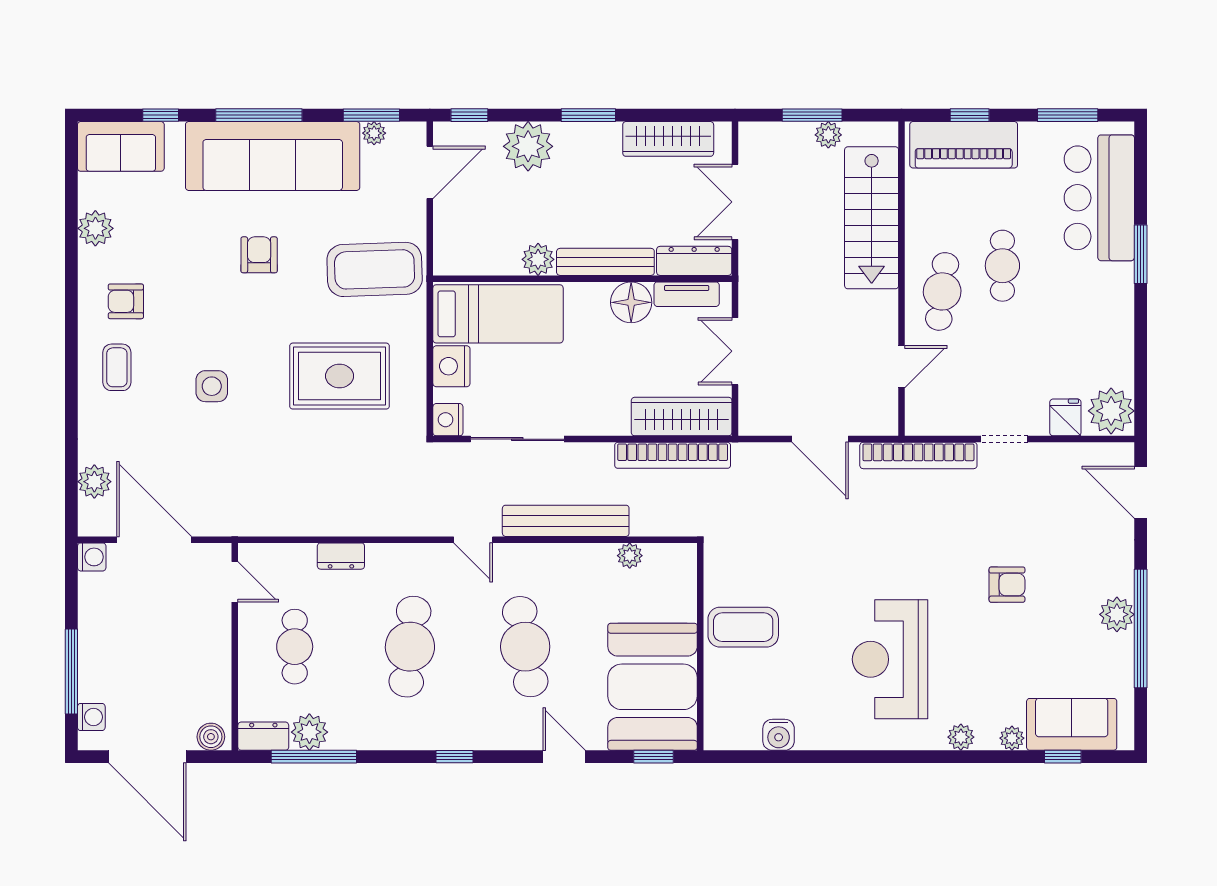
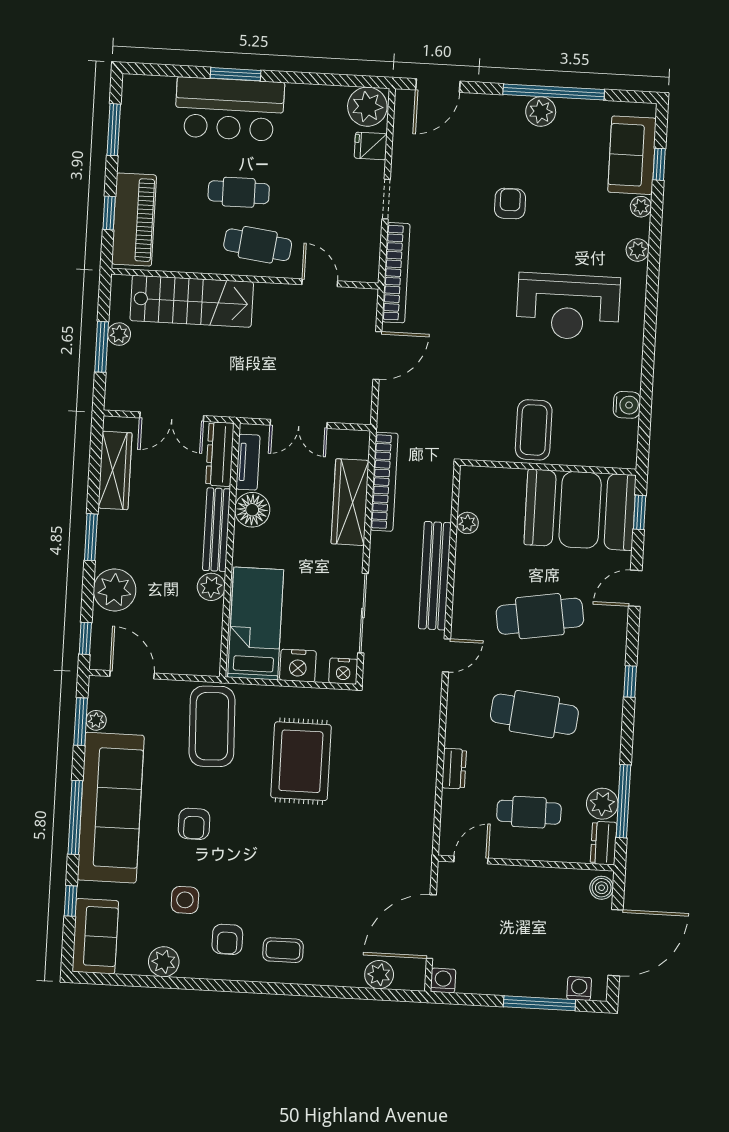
bar counter: (1099, 198) -> (229, 109), moved
armchair: (259, 255) -> (194, 824), turned -90
side table: (212, 386) -> (185, 900), moved
wardrobe: (682, 417) -> (350, 502), moved

